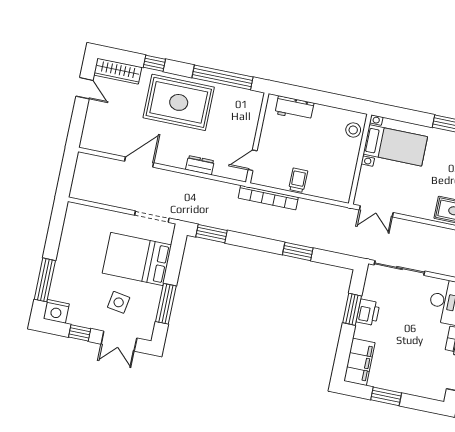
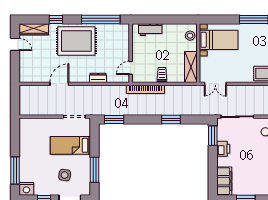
shelving: (344, 178) -> (191, 67), added
bed: (137, 259) -> (70, 145), width x0.67
window: (352, 309) -> (213, 136), moved

